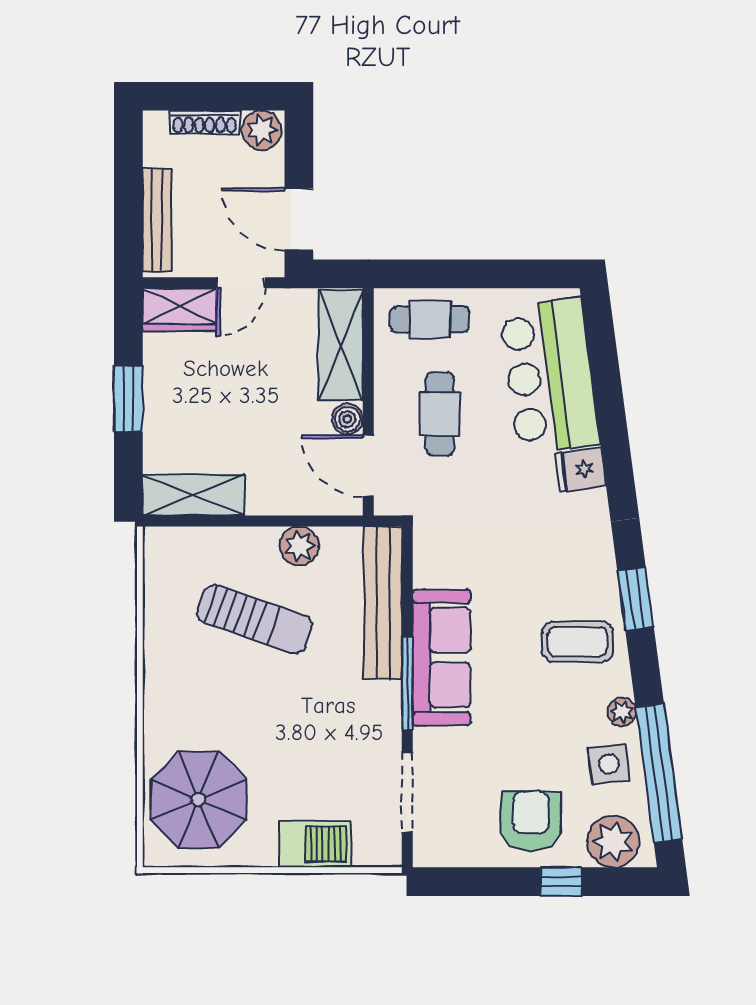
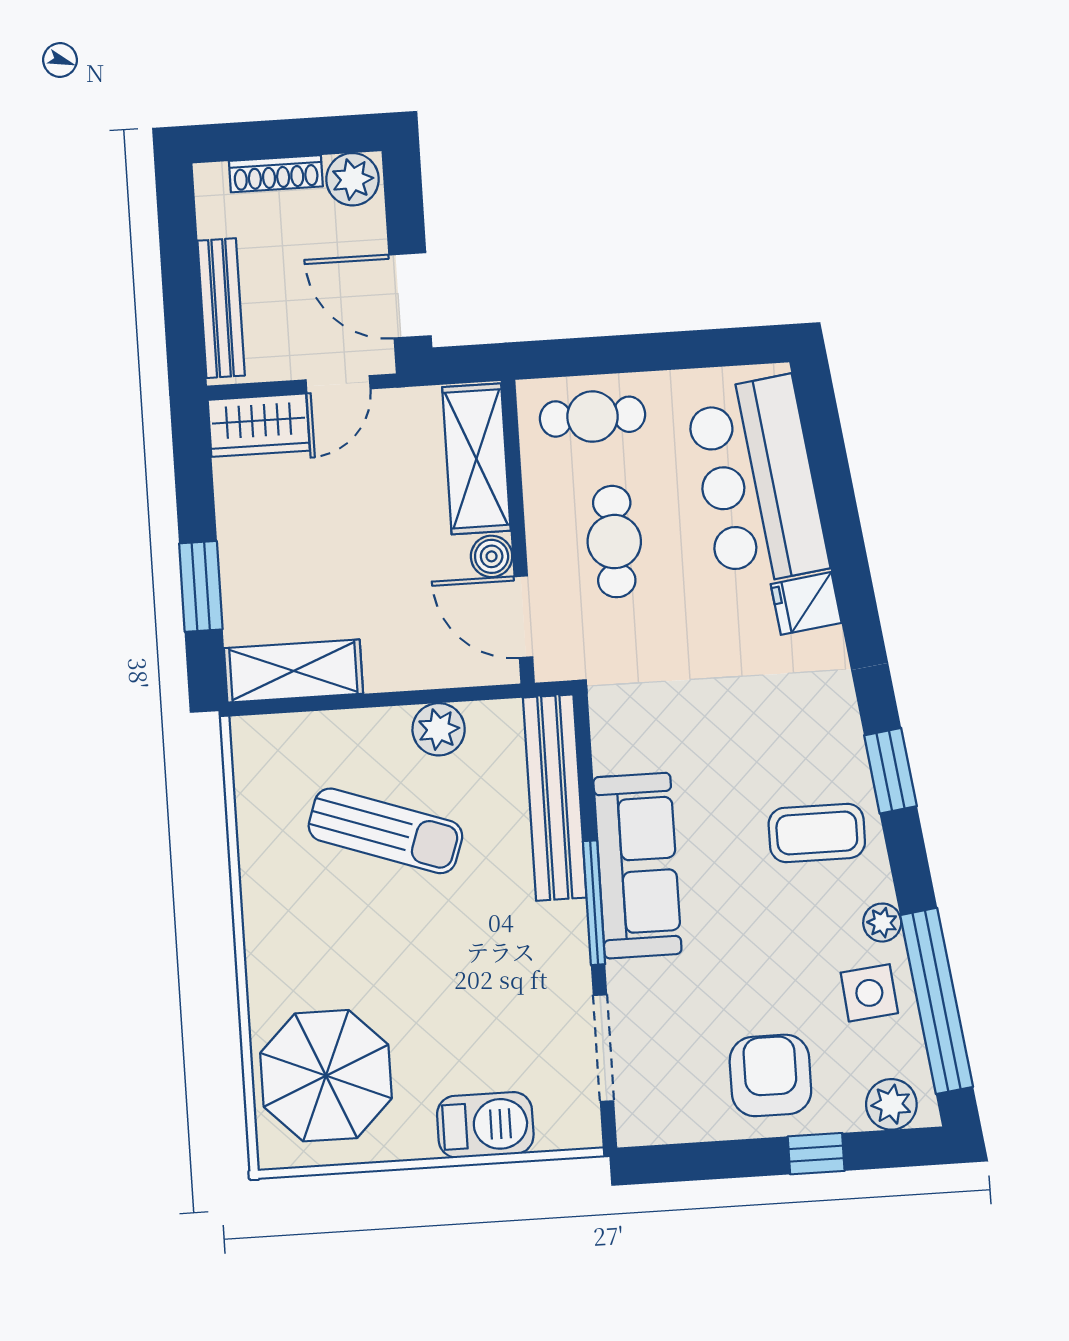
window: (128, 398) -> (201, 586), moved
plant: (613, 842) -> (891, 1104), width x0.73, depth x0.73

